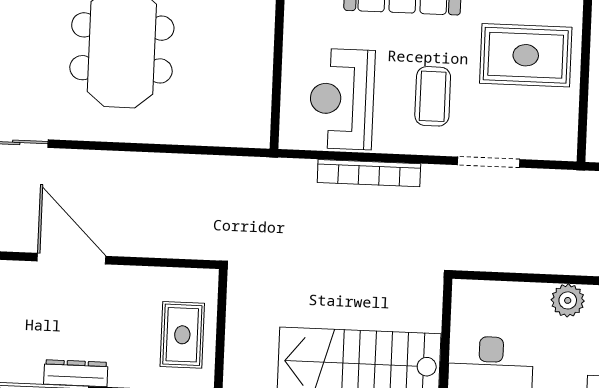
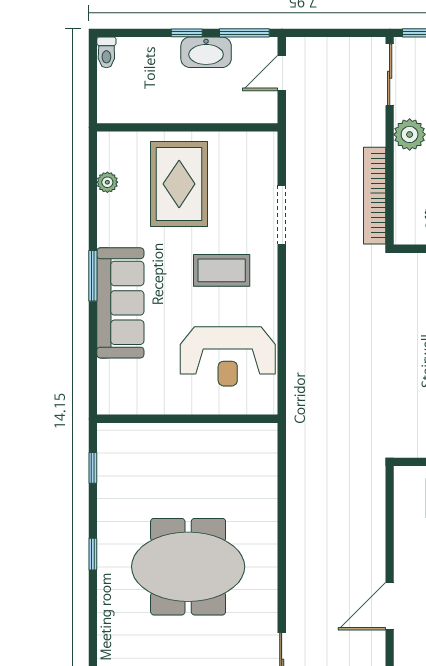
bookcase: (369, 173) -> (375, 196), moved, turned 180
door: (71, 259) -> (390, 606), width x0.73

